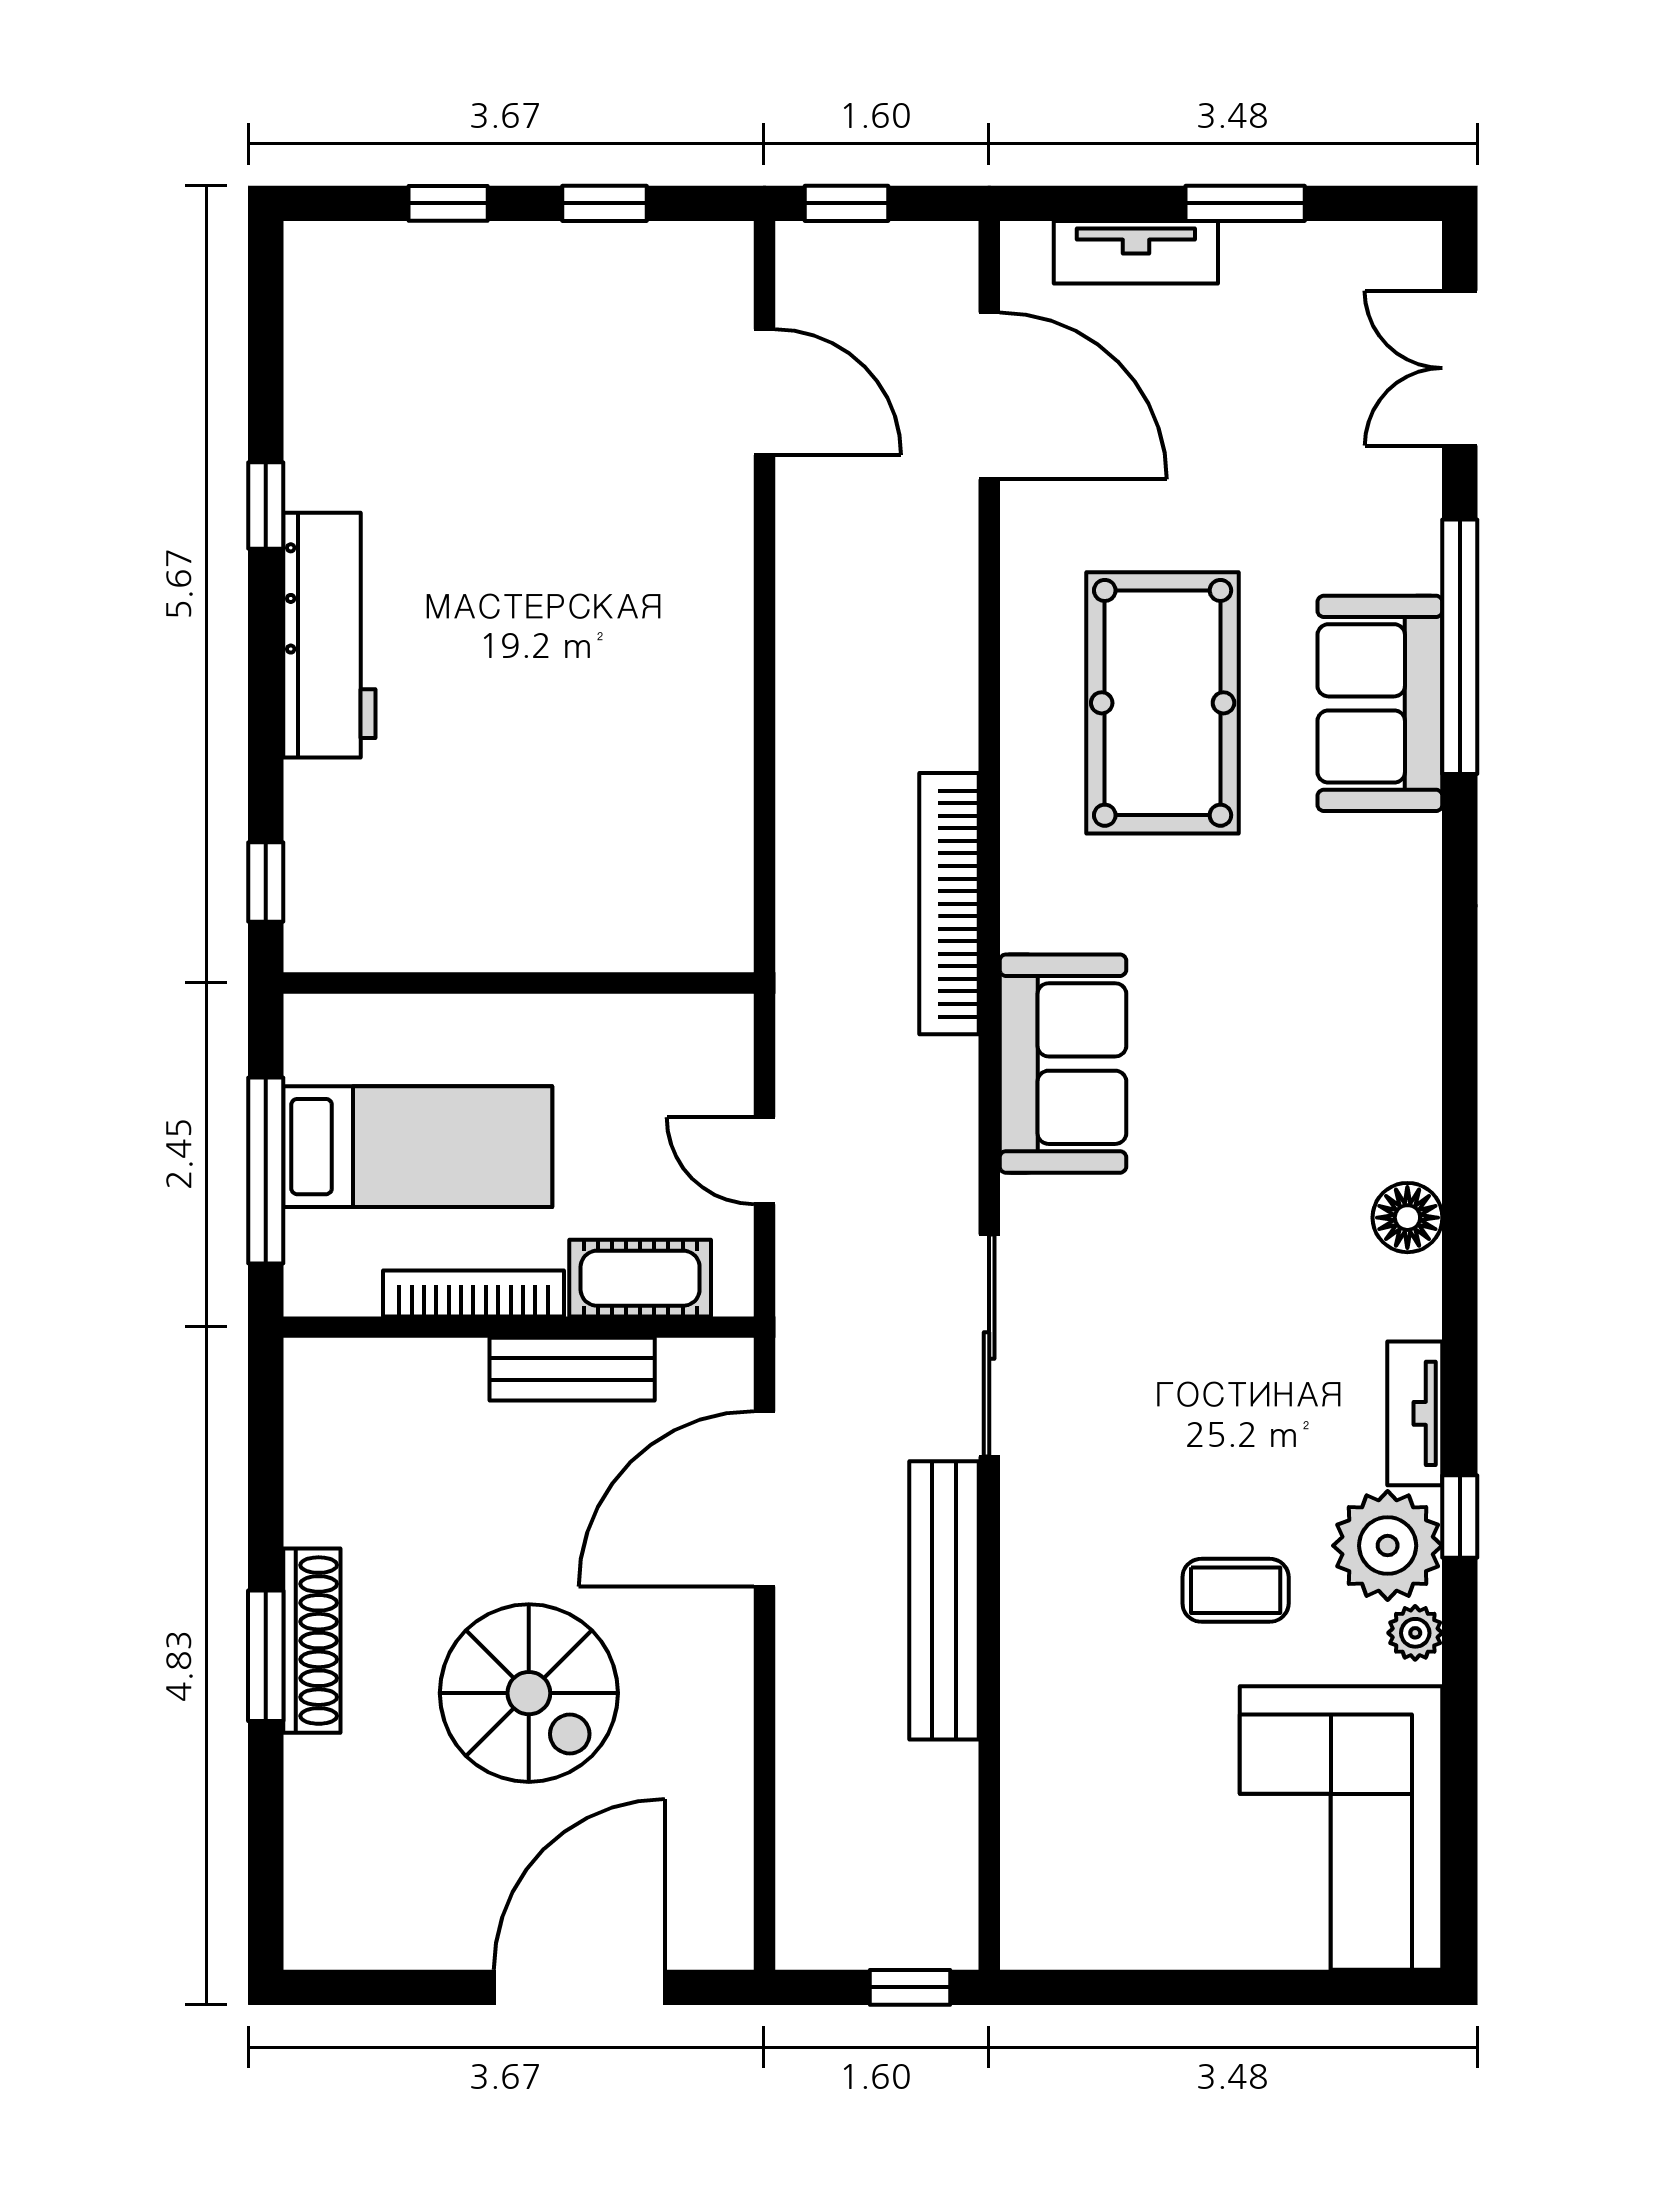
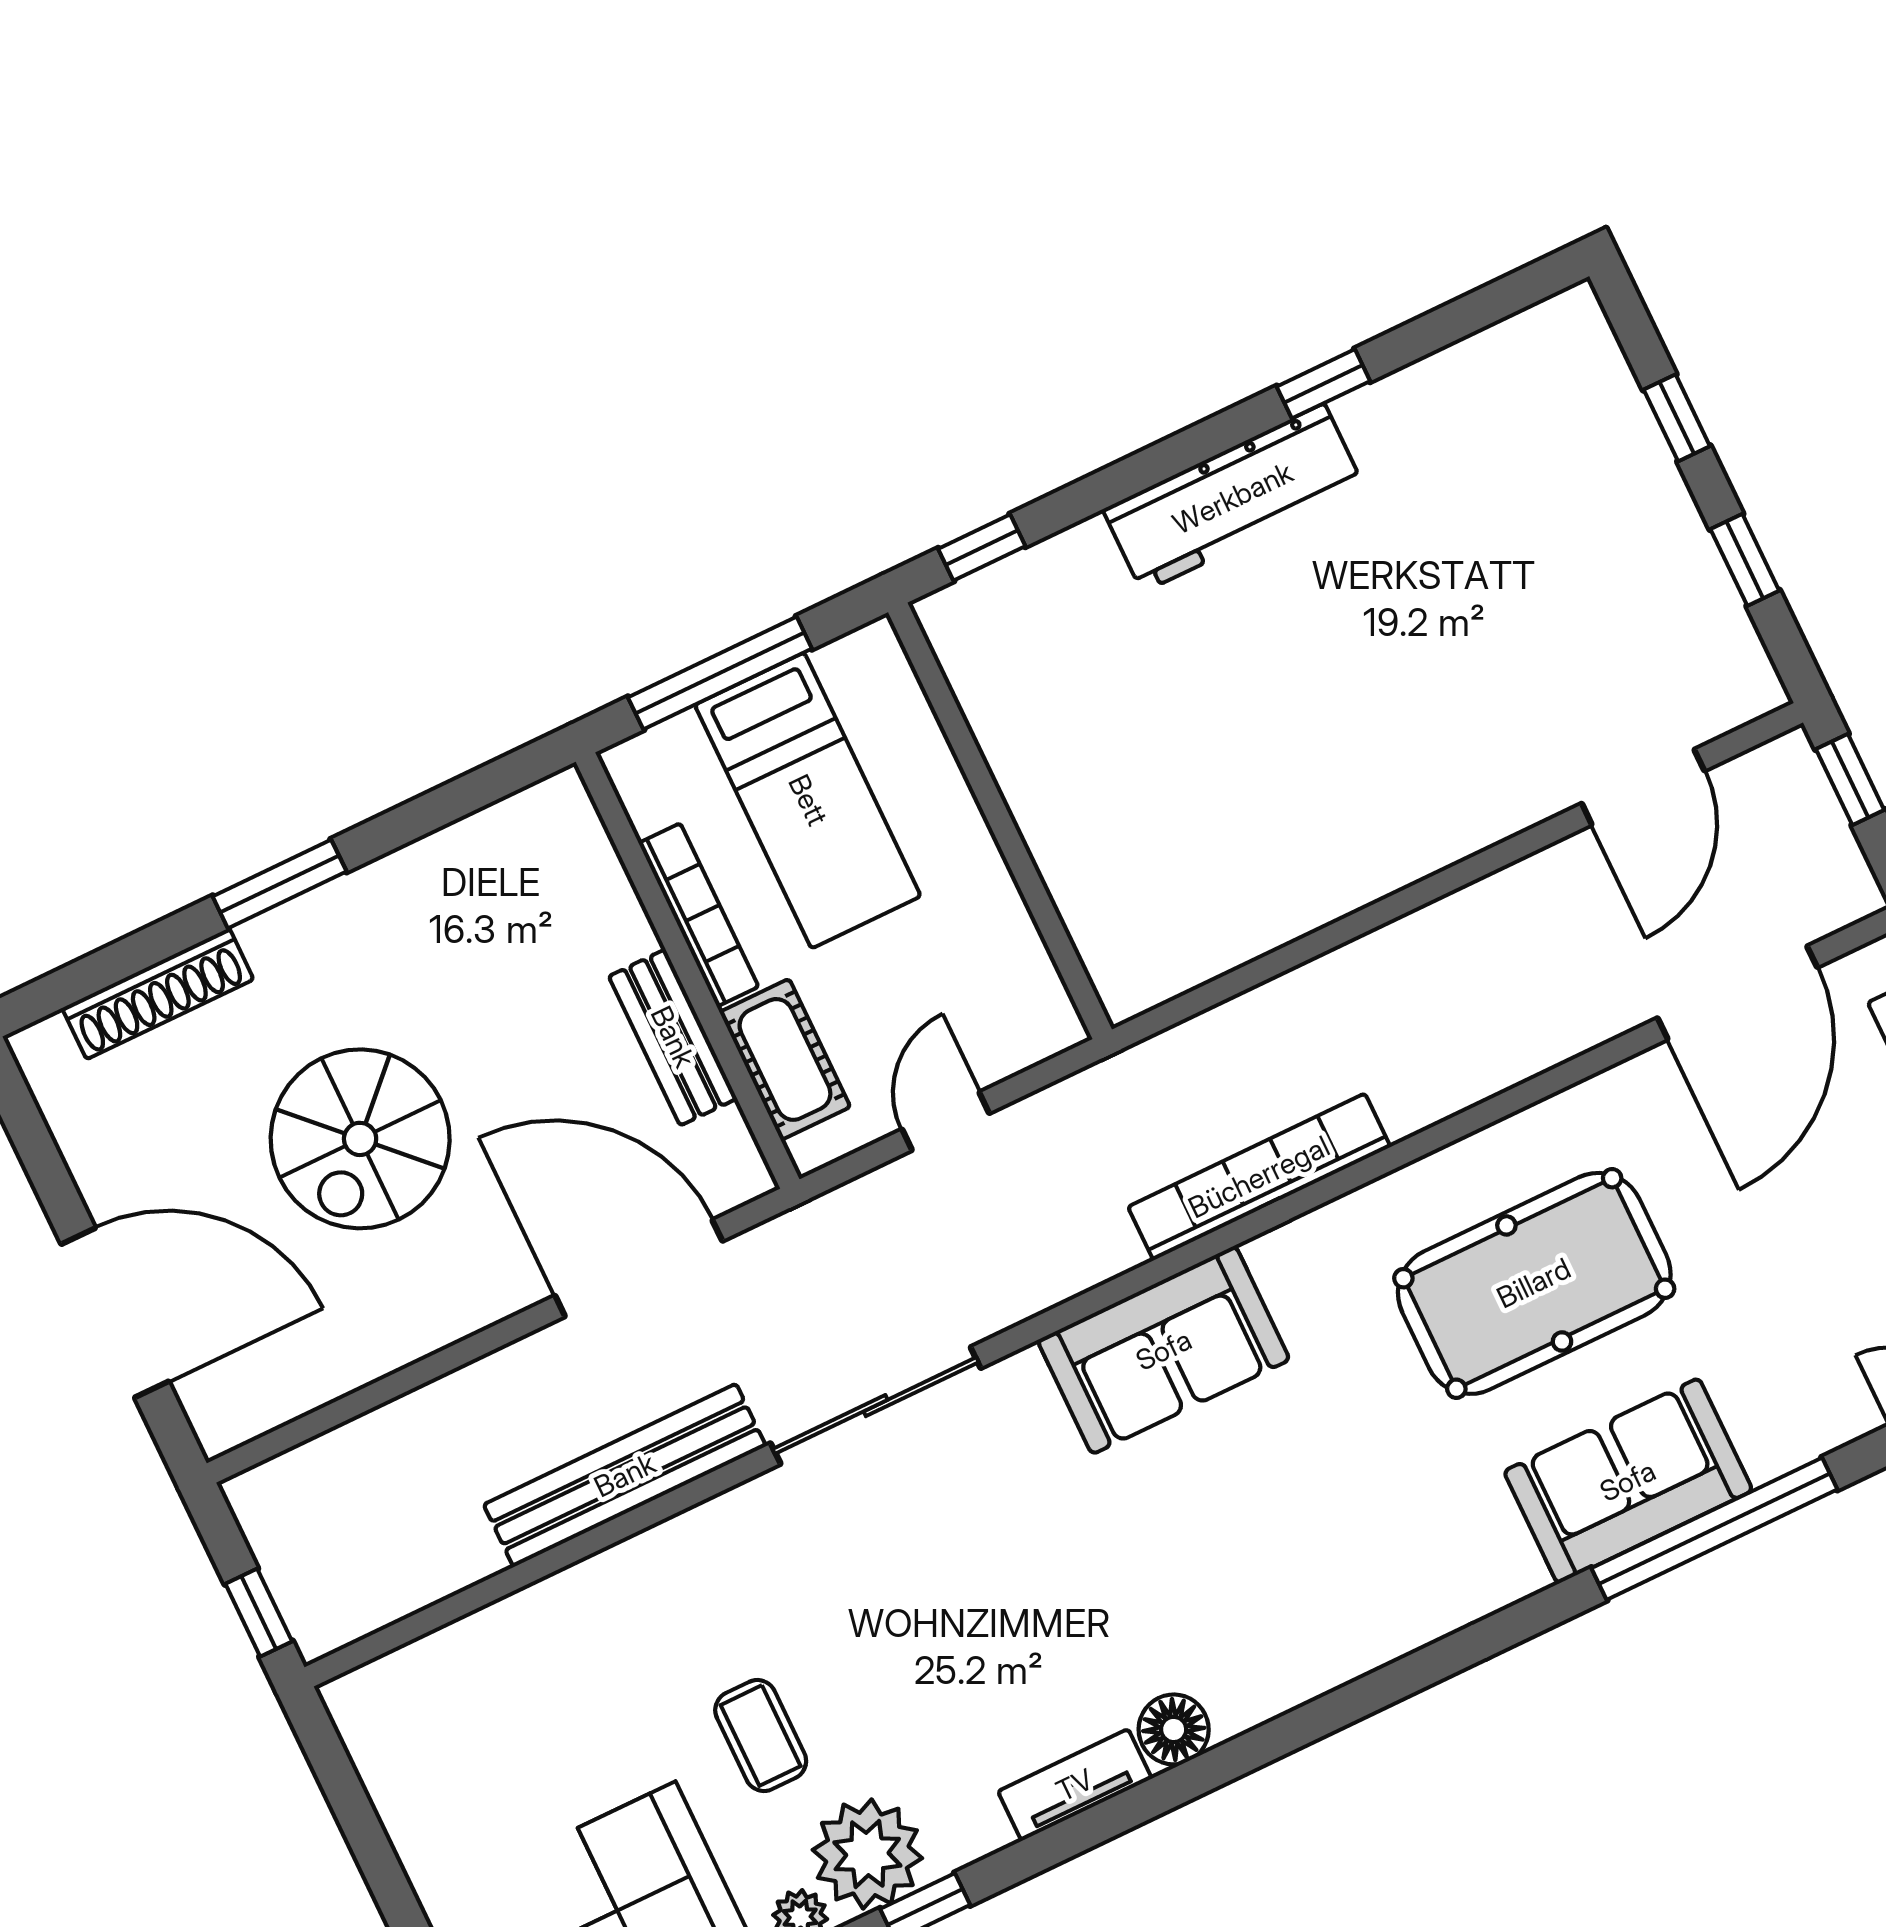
tv unit: (1415, 1413) -> (1075, 1785), moved
shoe rack: (312, 1641) -> (158, 994), moved

